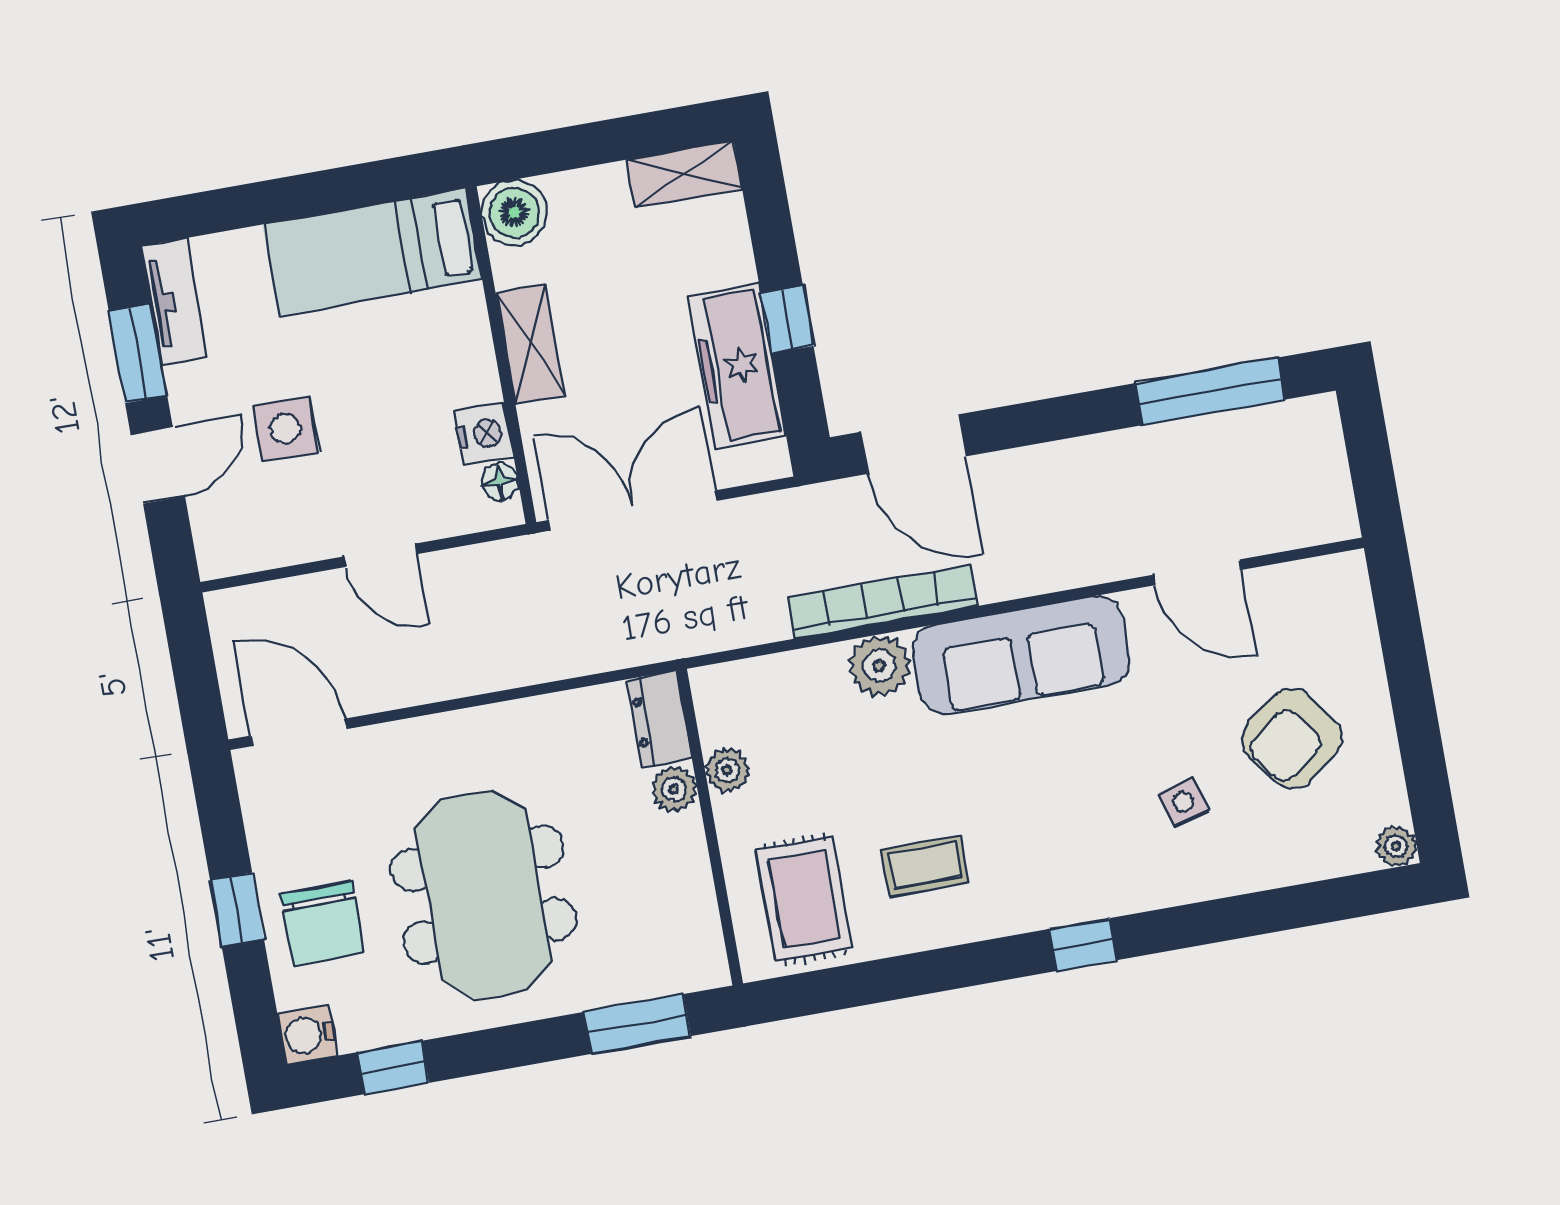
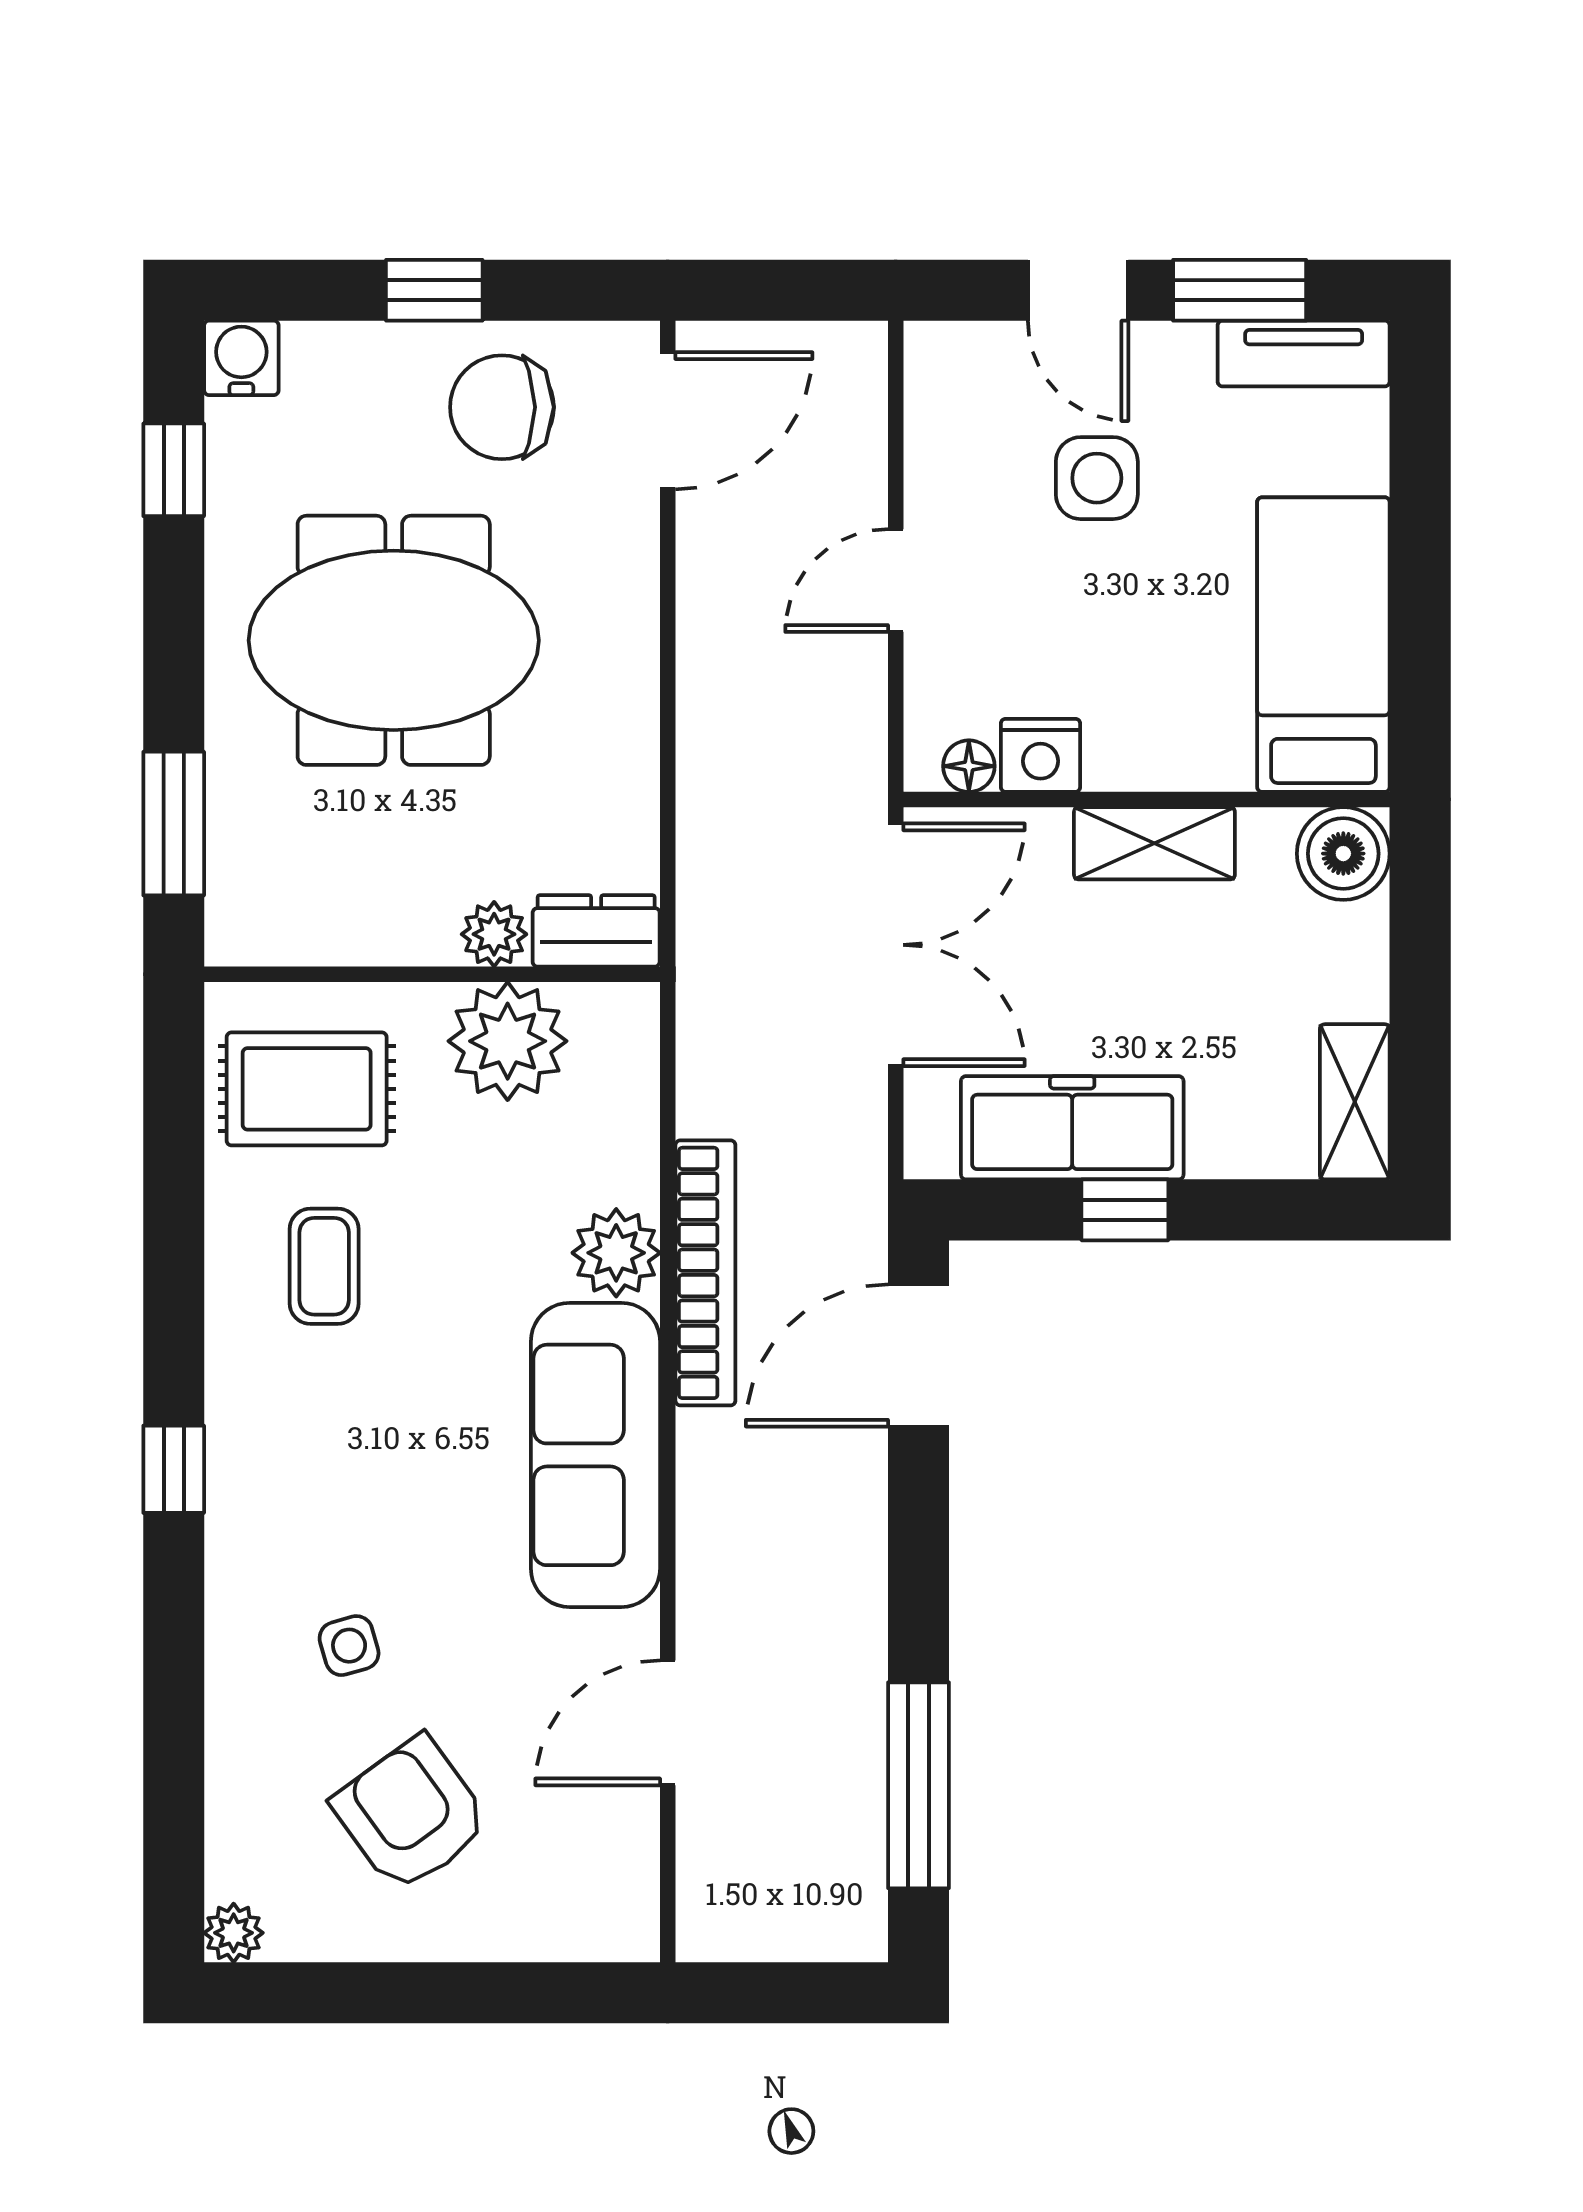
plant: (727, 770) -> (508, 1041), width x1.88, depth x1.88
chair: (322, 923) -> (502, 407), moved

